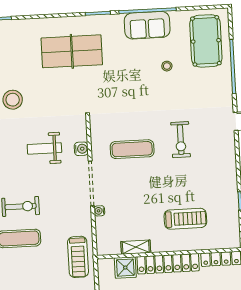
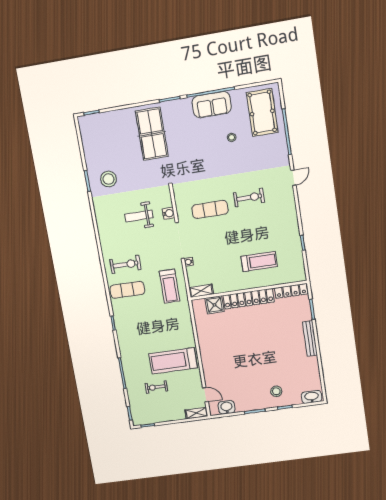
table tennis table: (72, 51) -> (152, 134), turned 90
exercise bike: (181, 140) -> (249, 198), turned -90
shelving: (136, 247) -> (201, 291), moved
treadmill: (78, 257) -> (170, 286), moved

